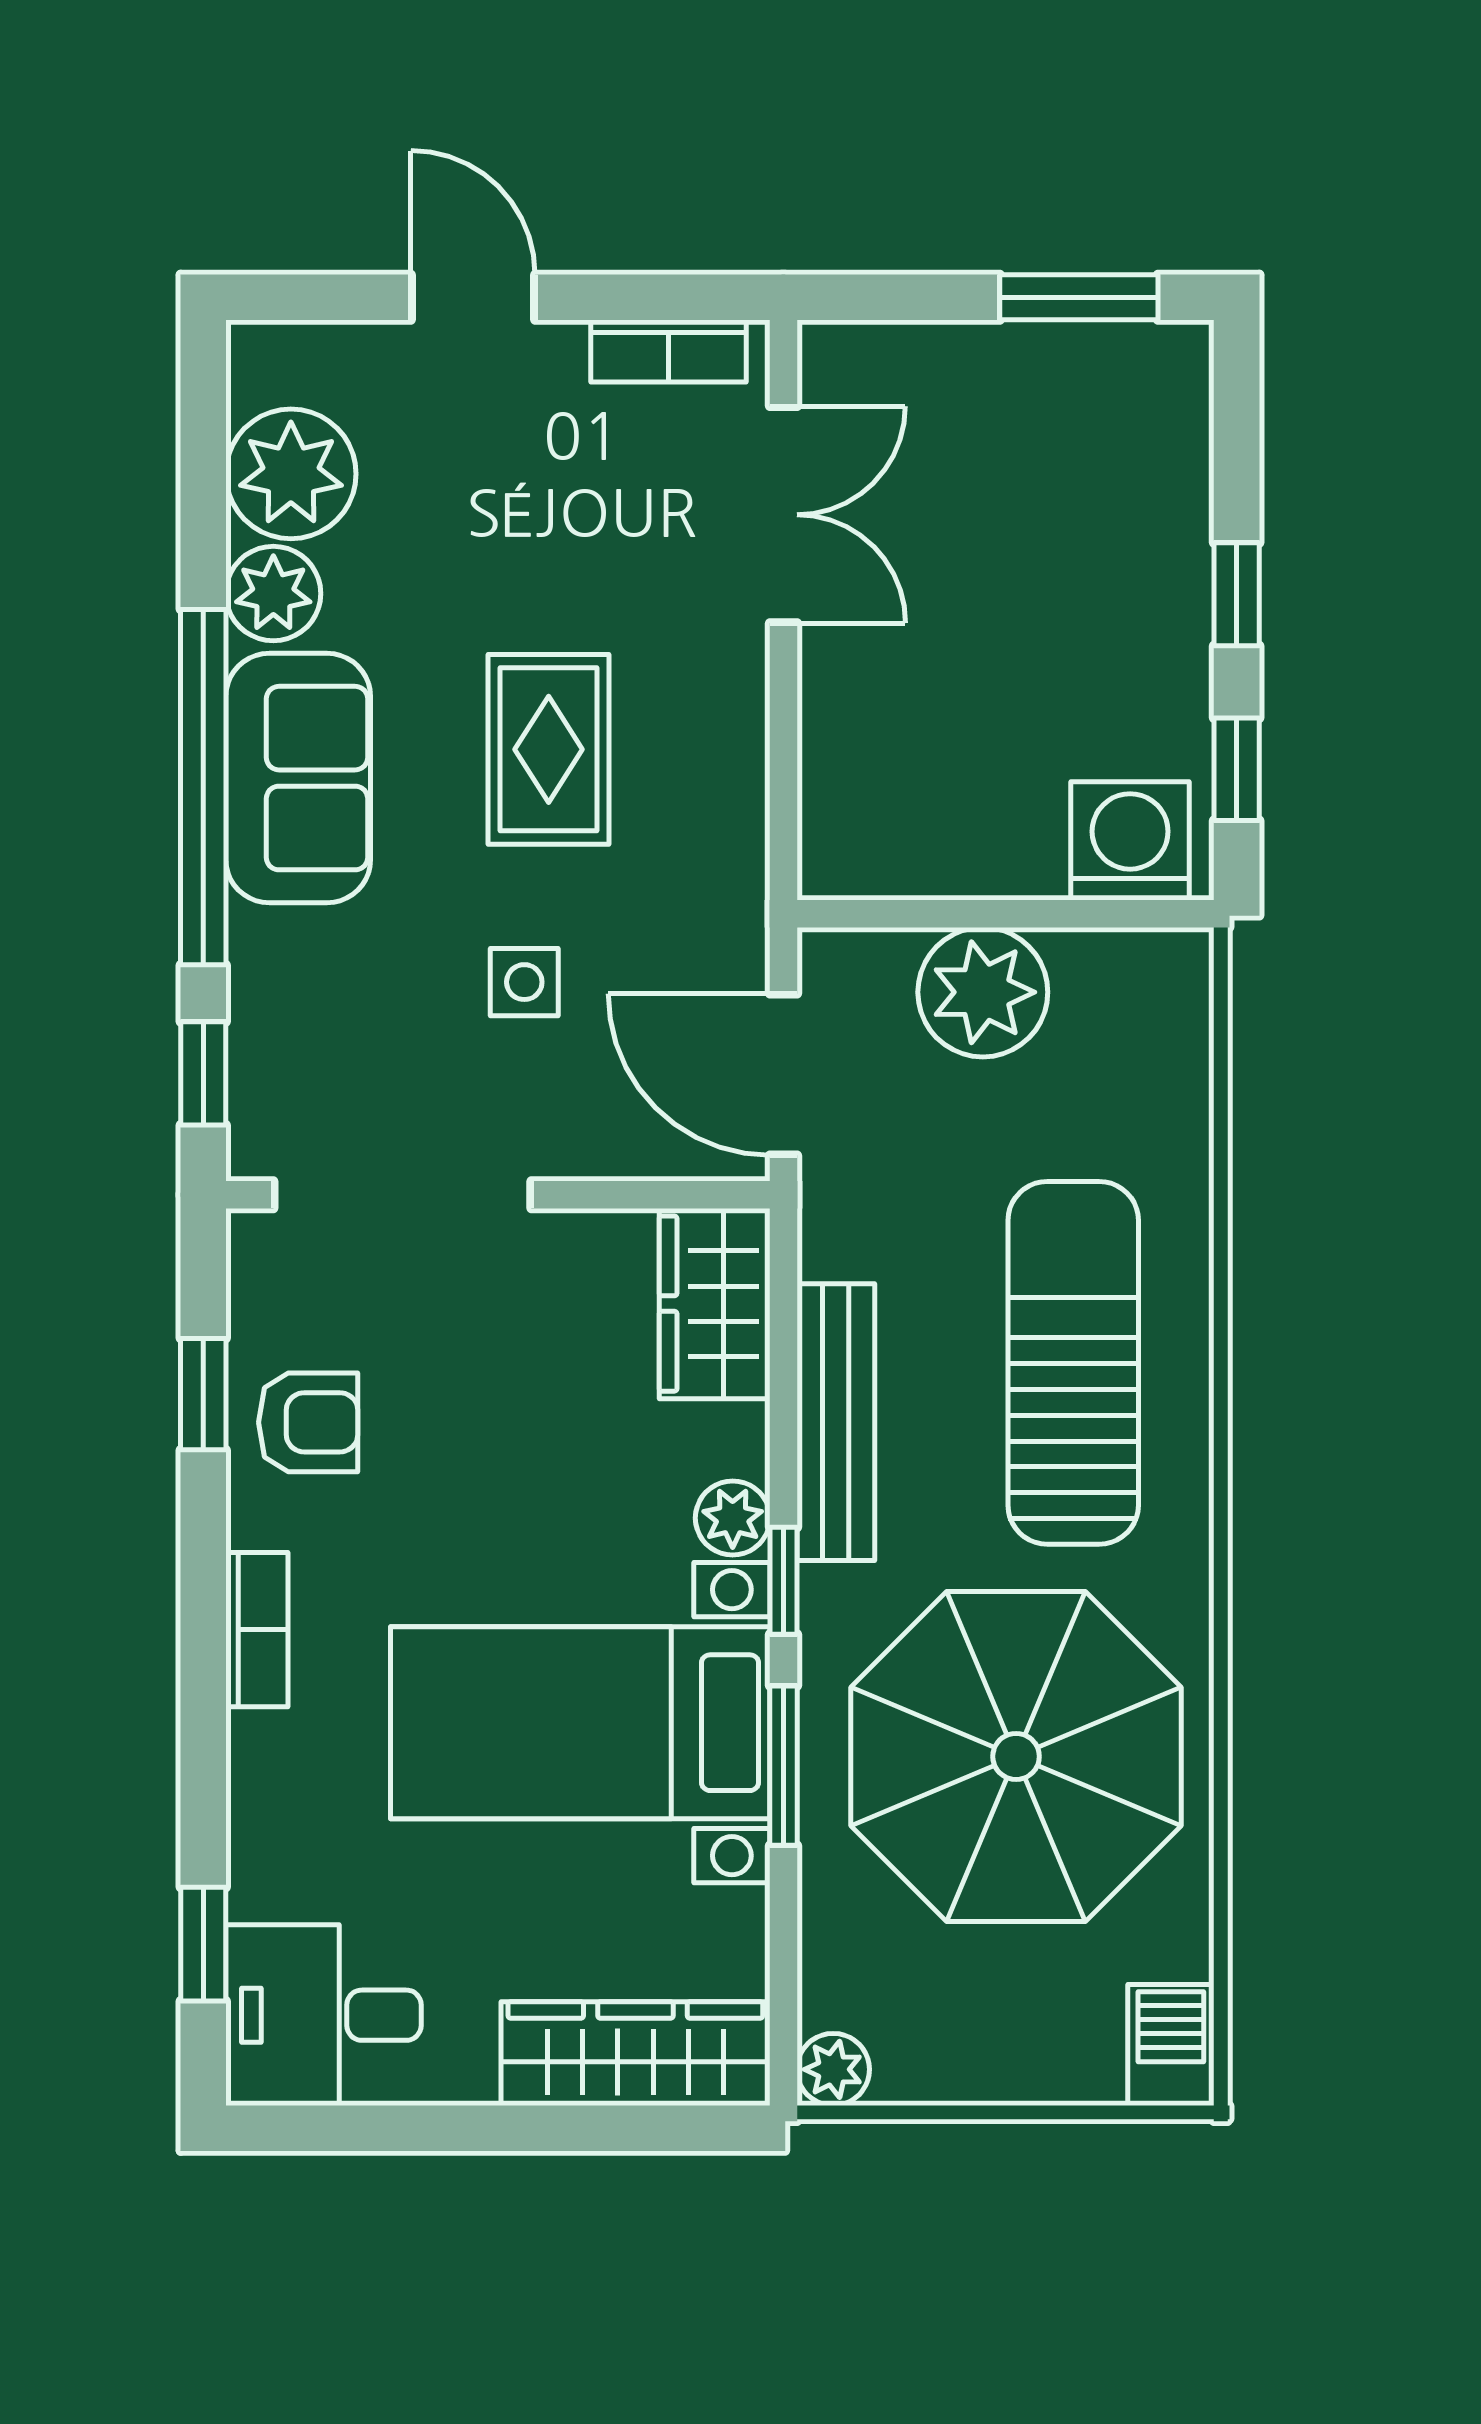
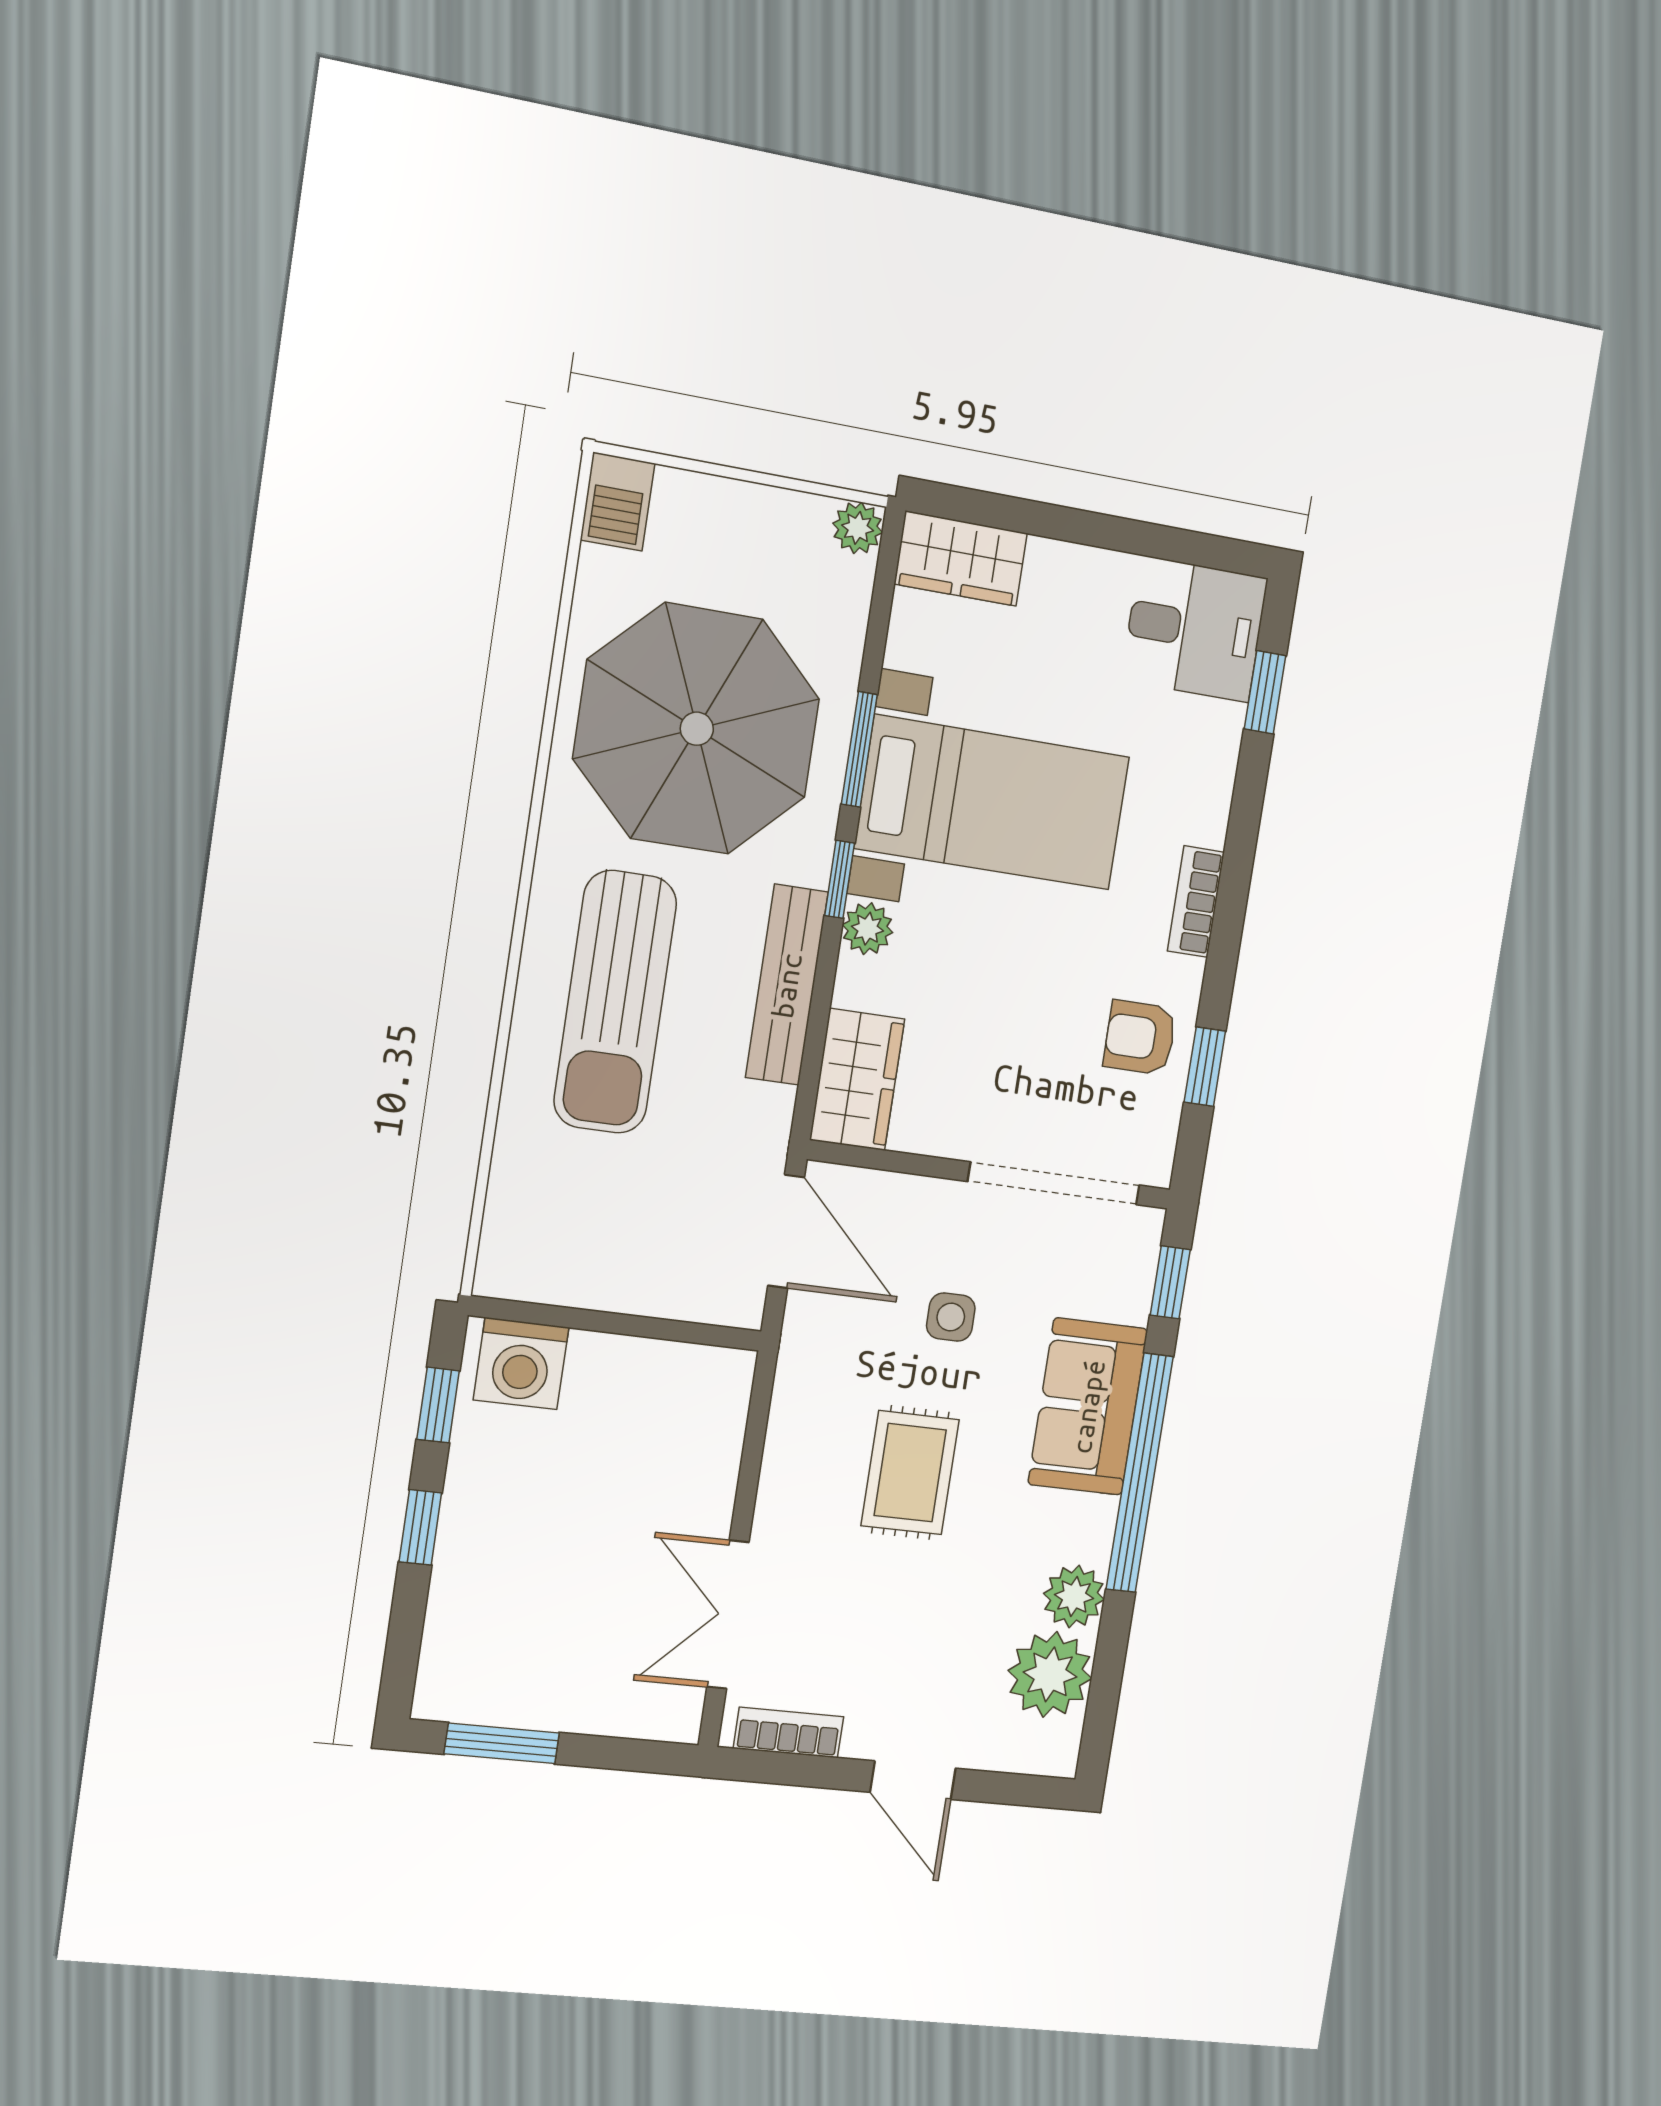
sofa: (298, 778) -> (1088, 1407), moved
plant: (983, 992) -> (640, 1271), removed
wardrobe: (635, 2054) -> (961, 559), width x0.67

